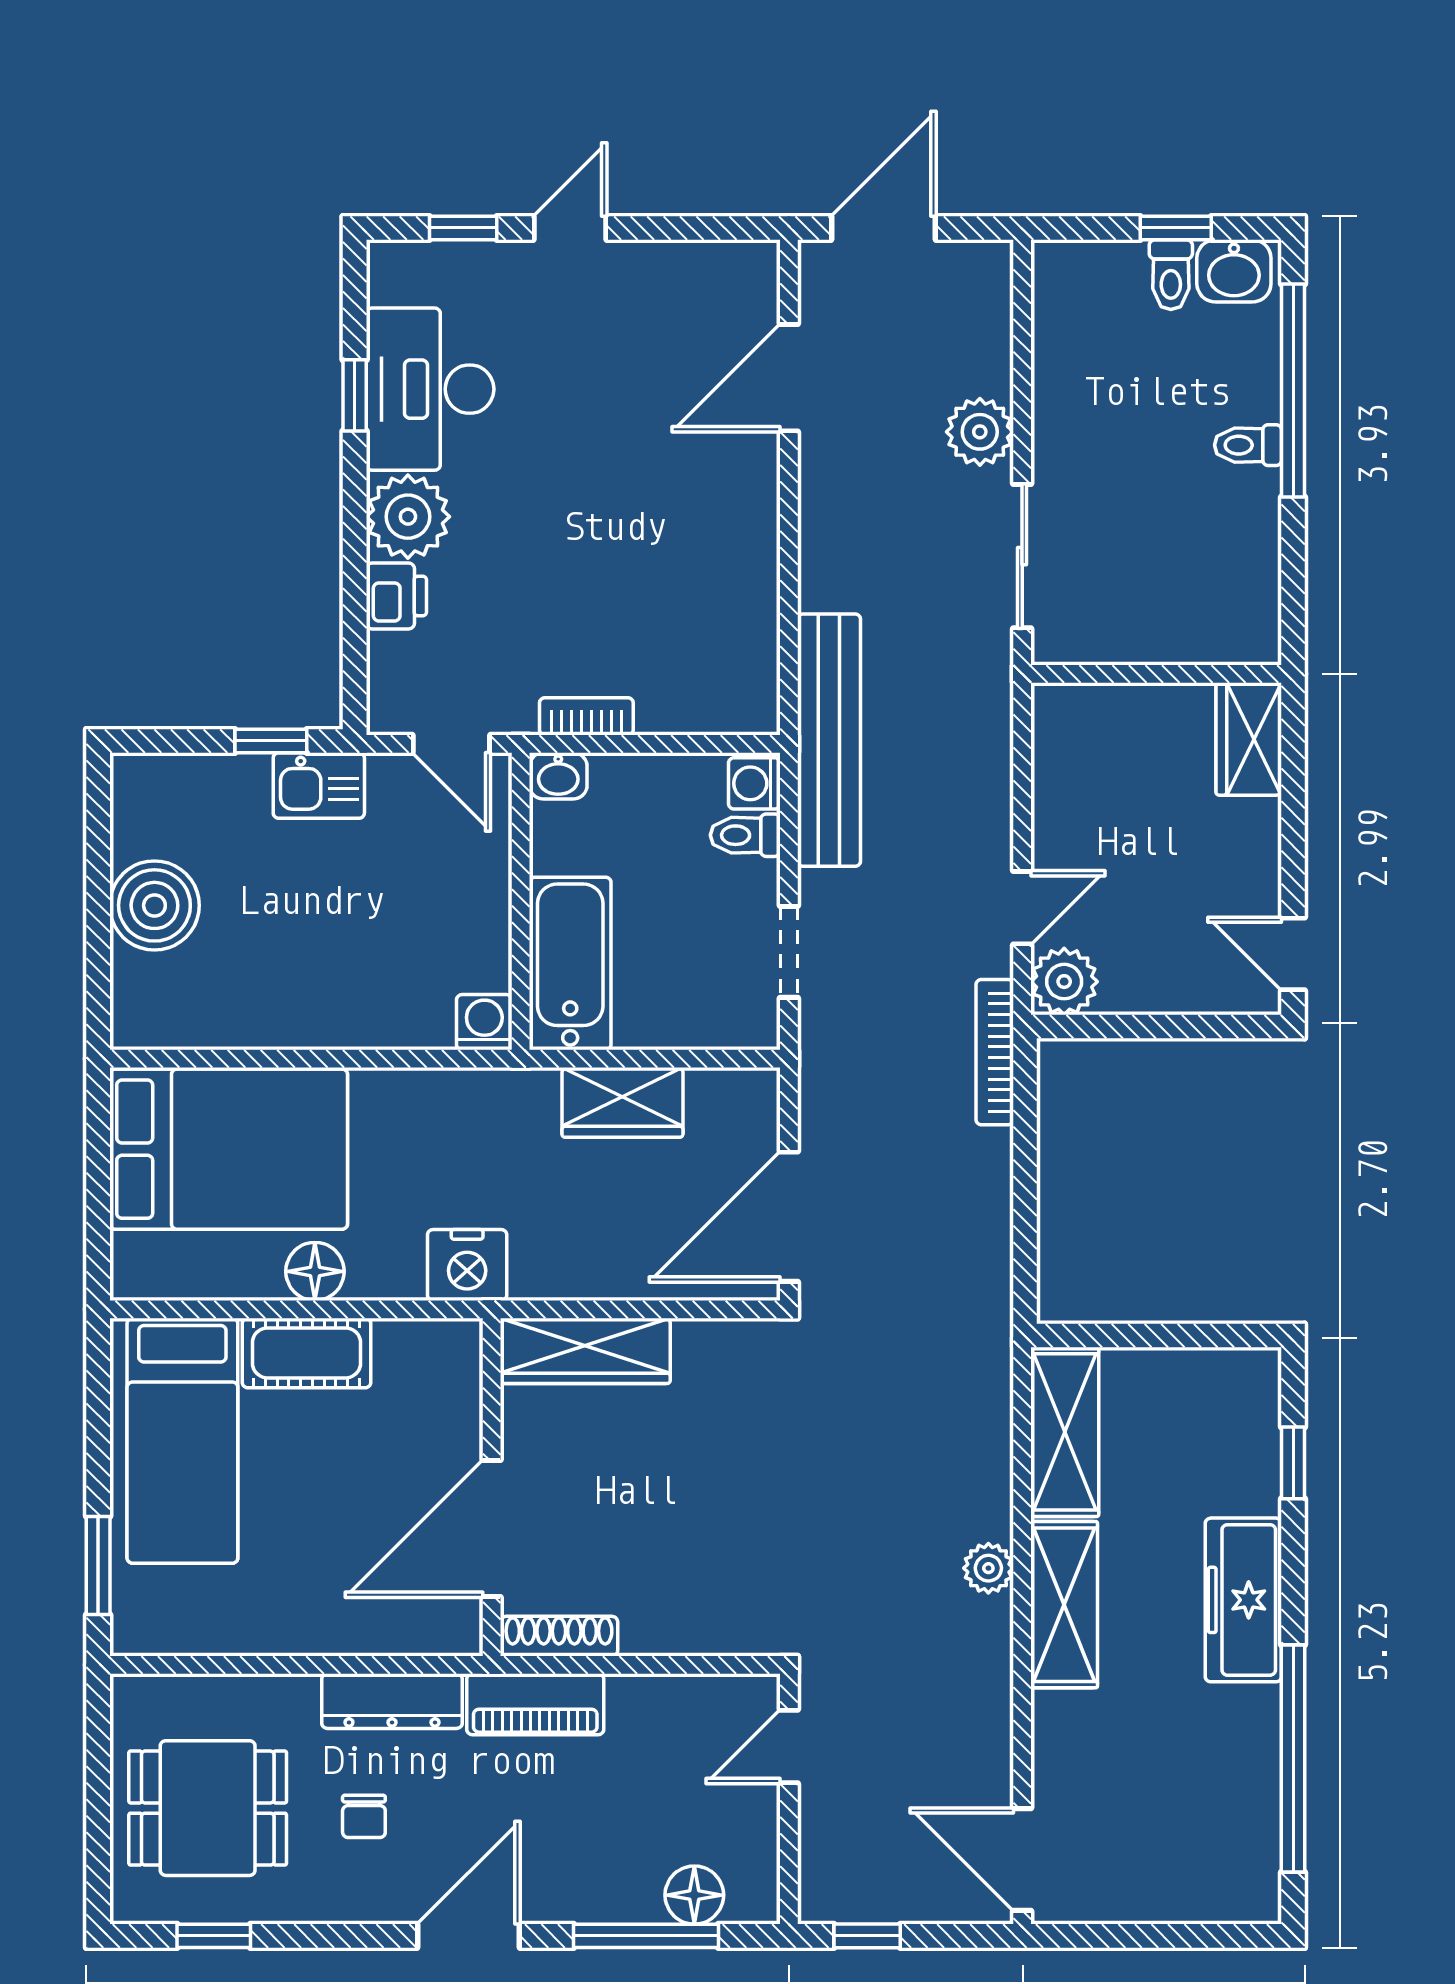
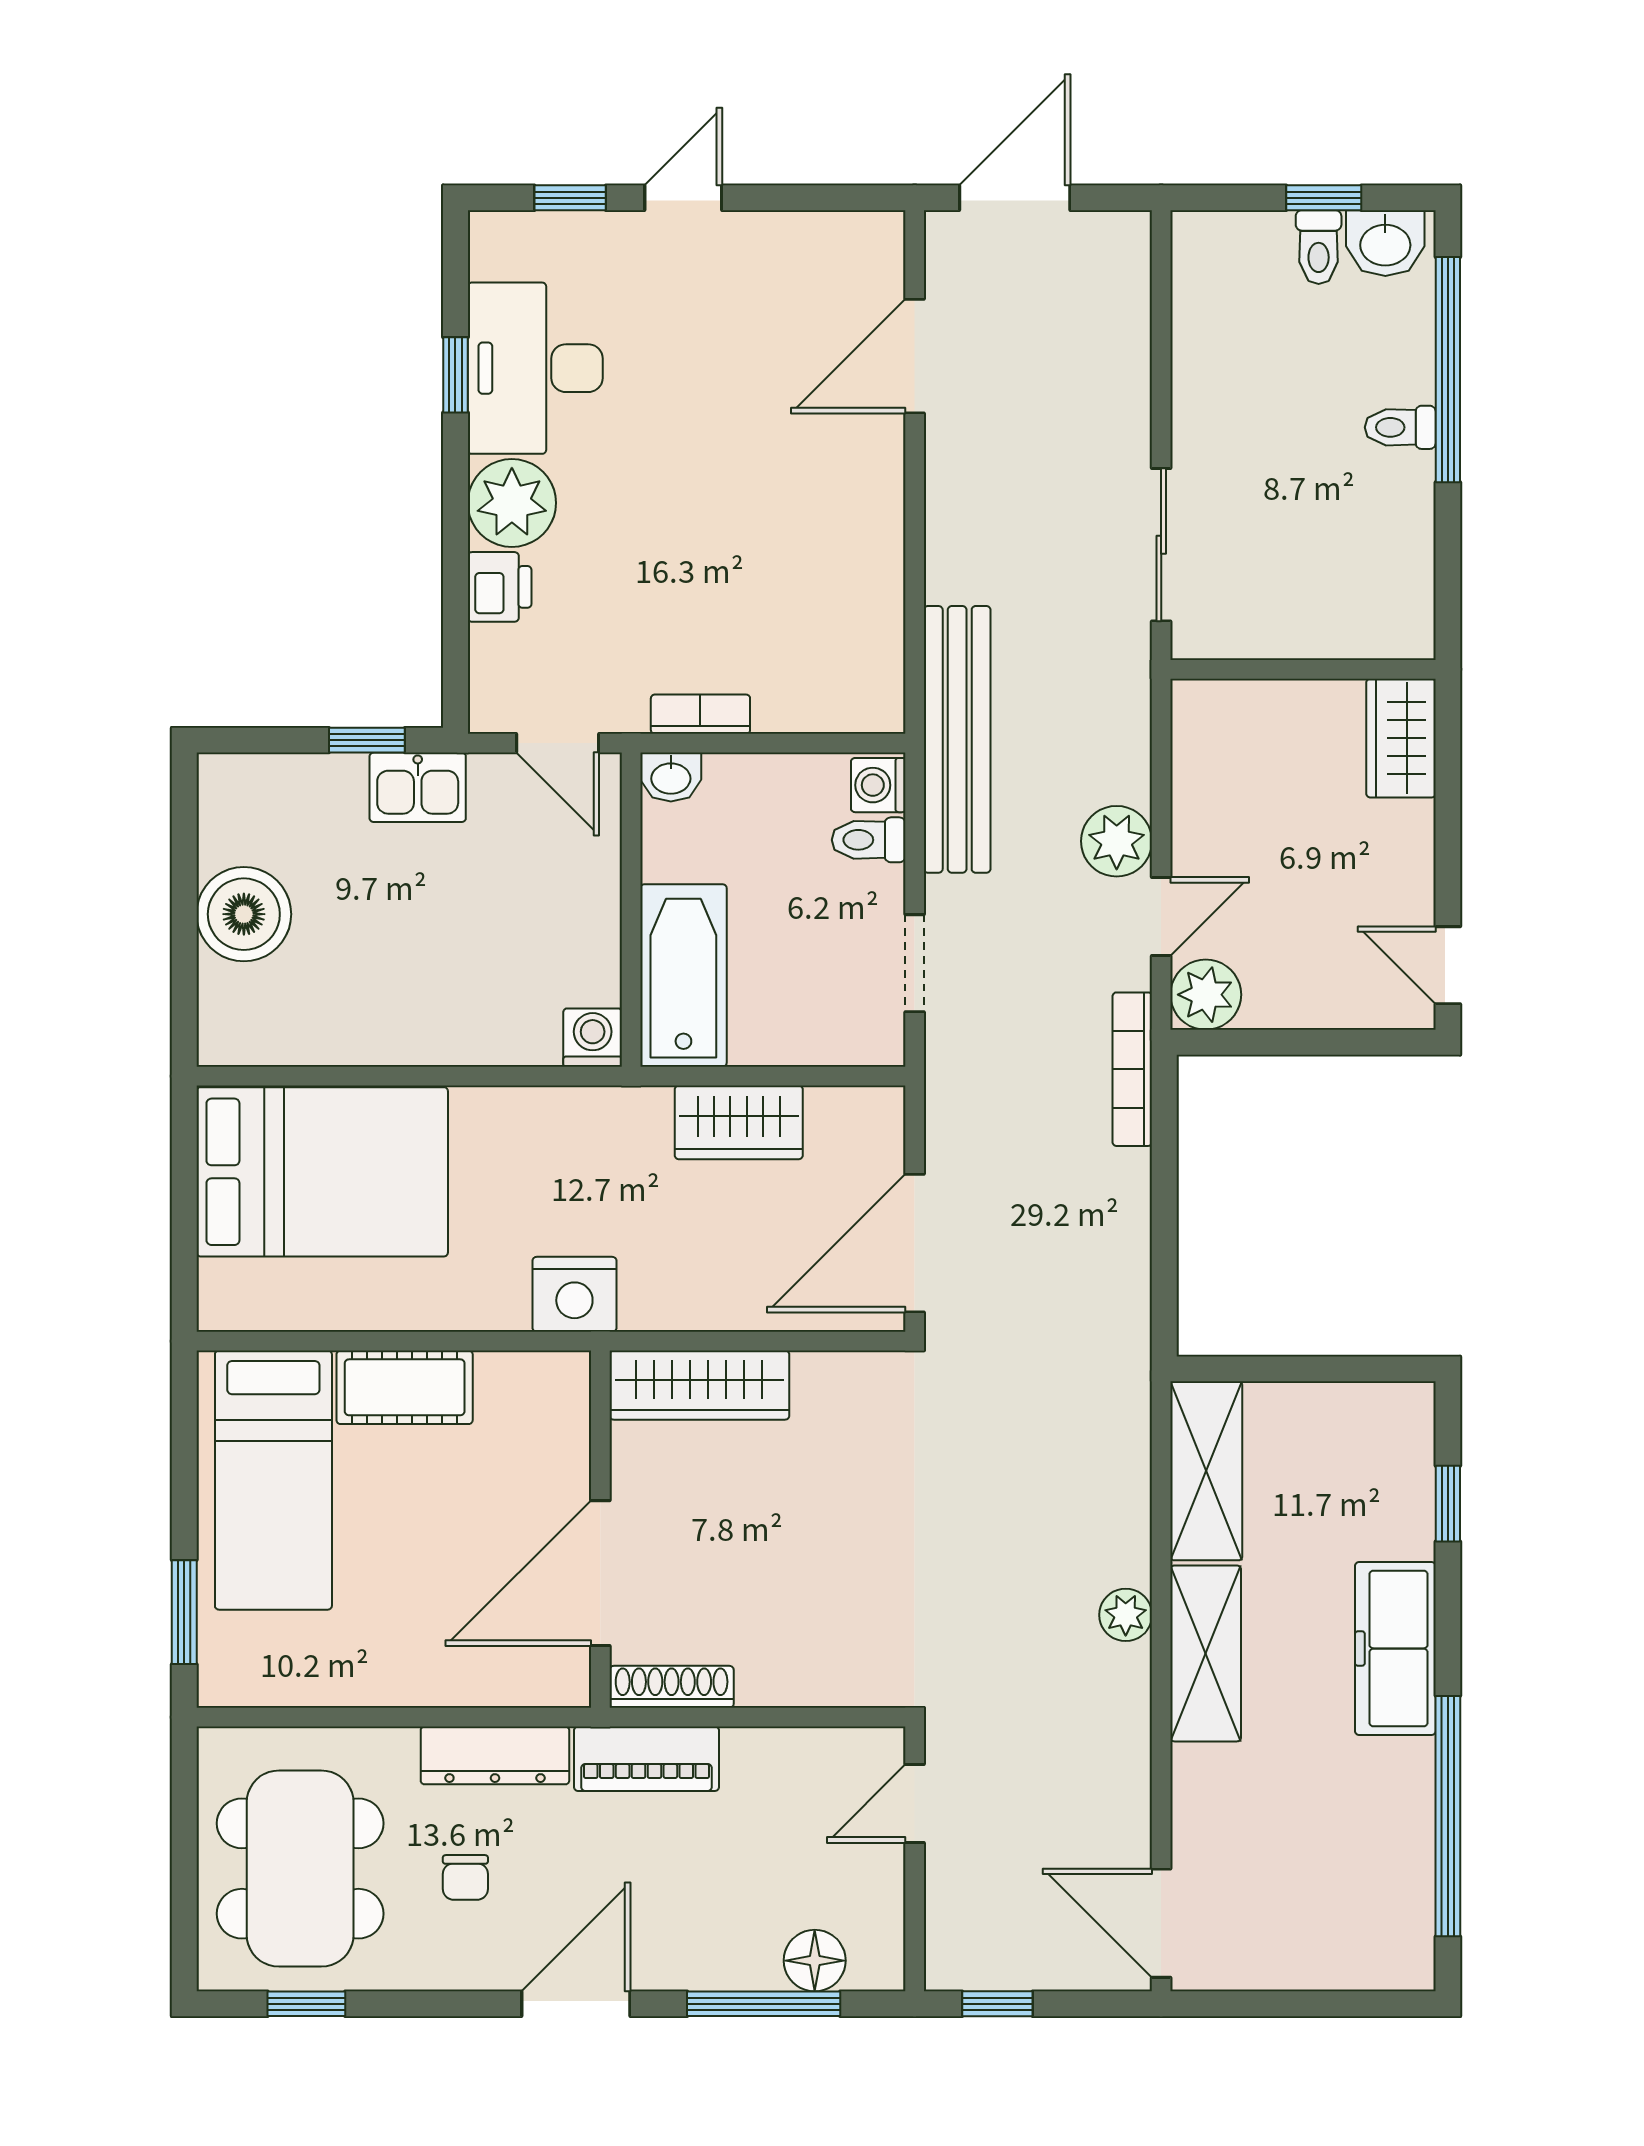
plant: (980, 432) -> (1117, 841), moved
floor lamp: (315, 1271) -> (414, 1301), removed
dining table: (208, 1808) -> (300, 1869), width x1.38

